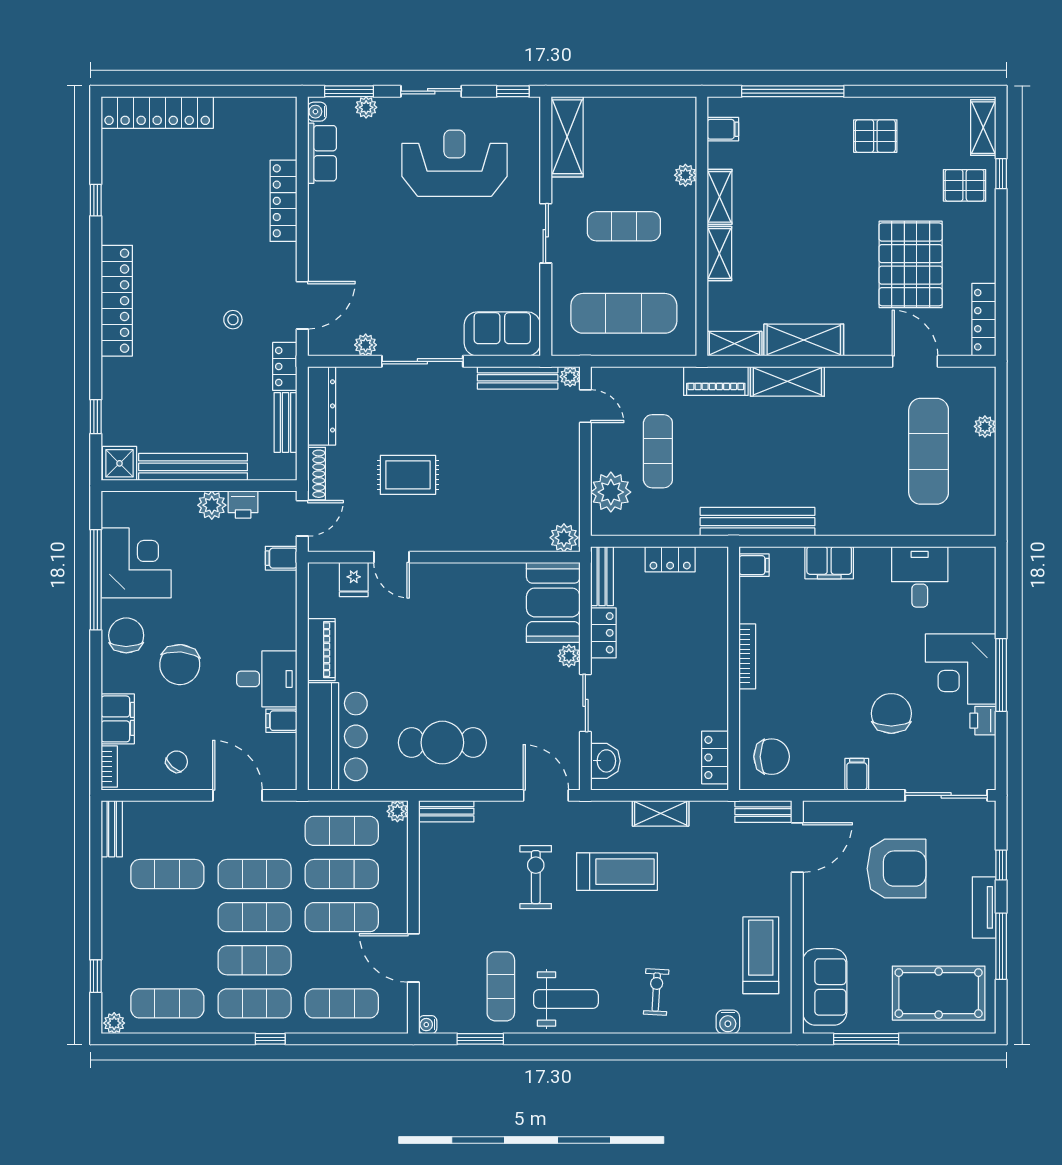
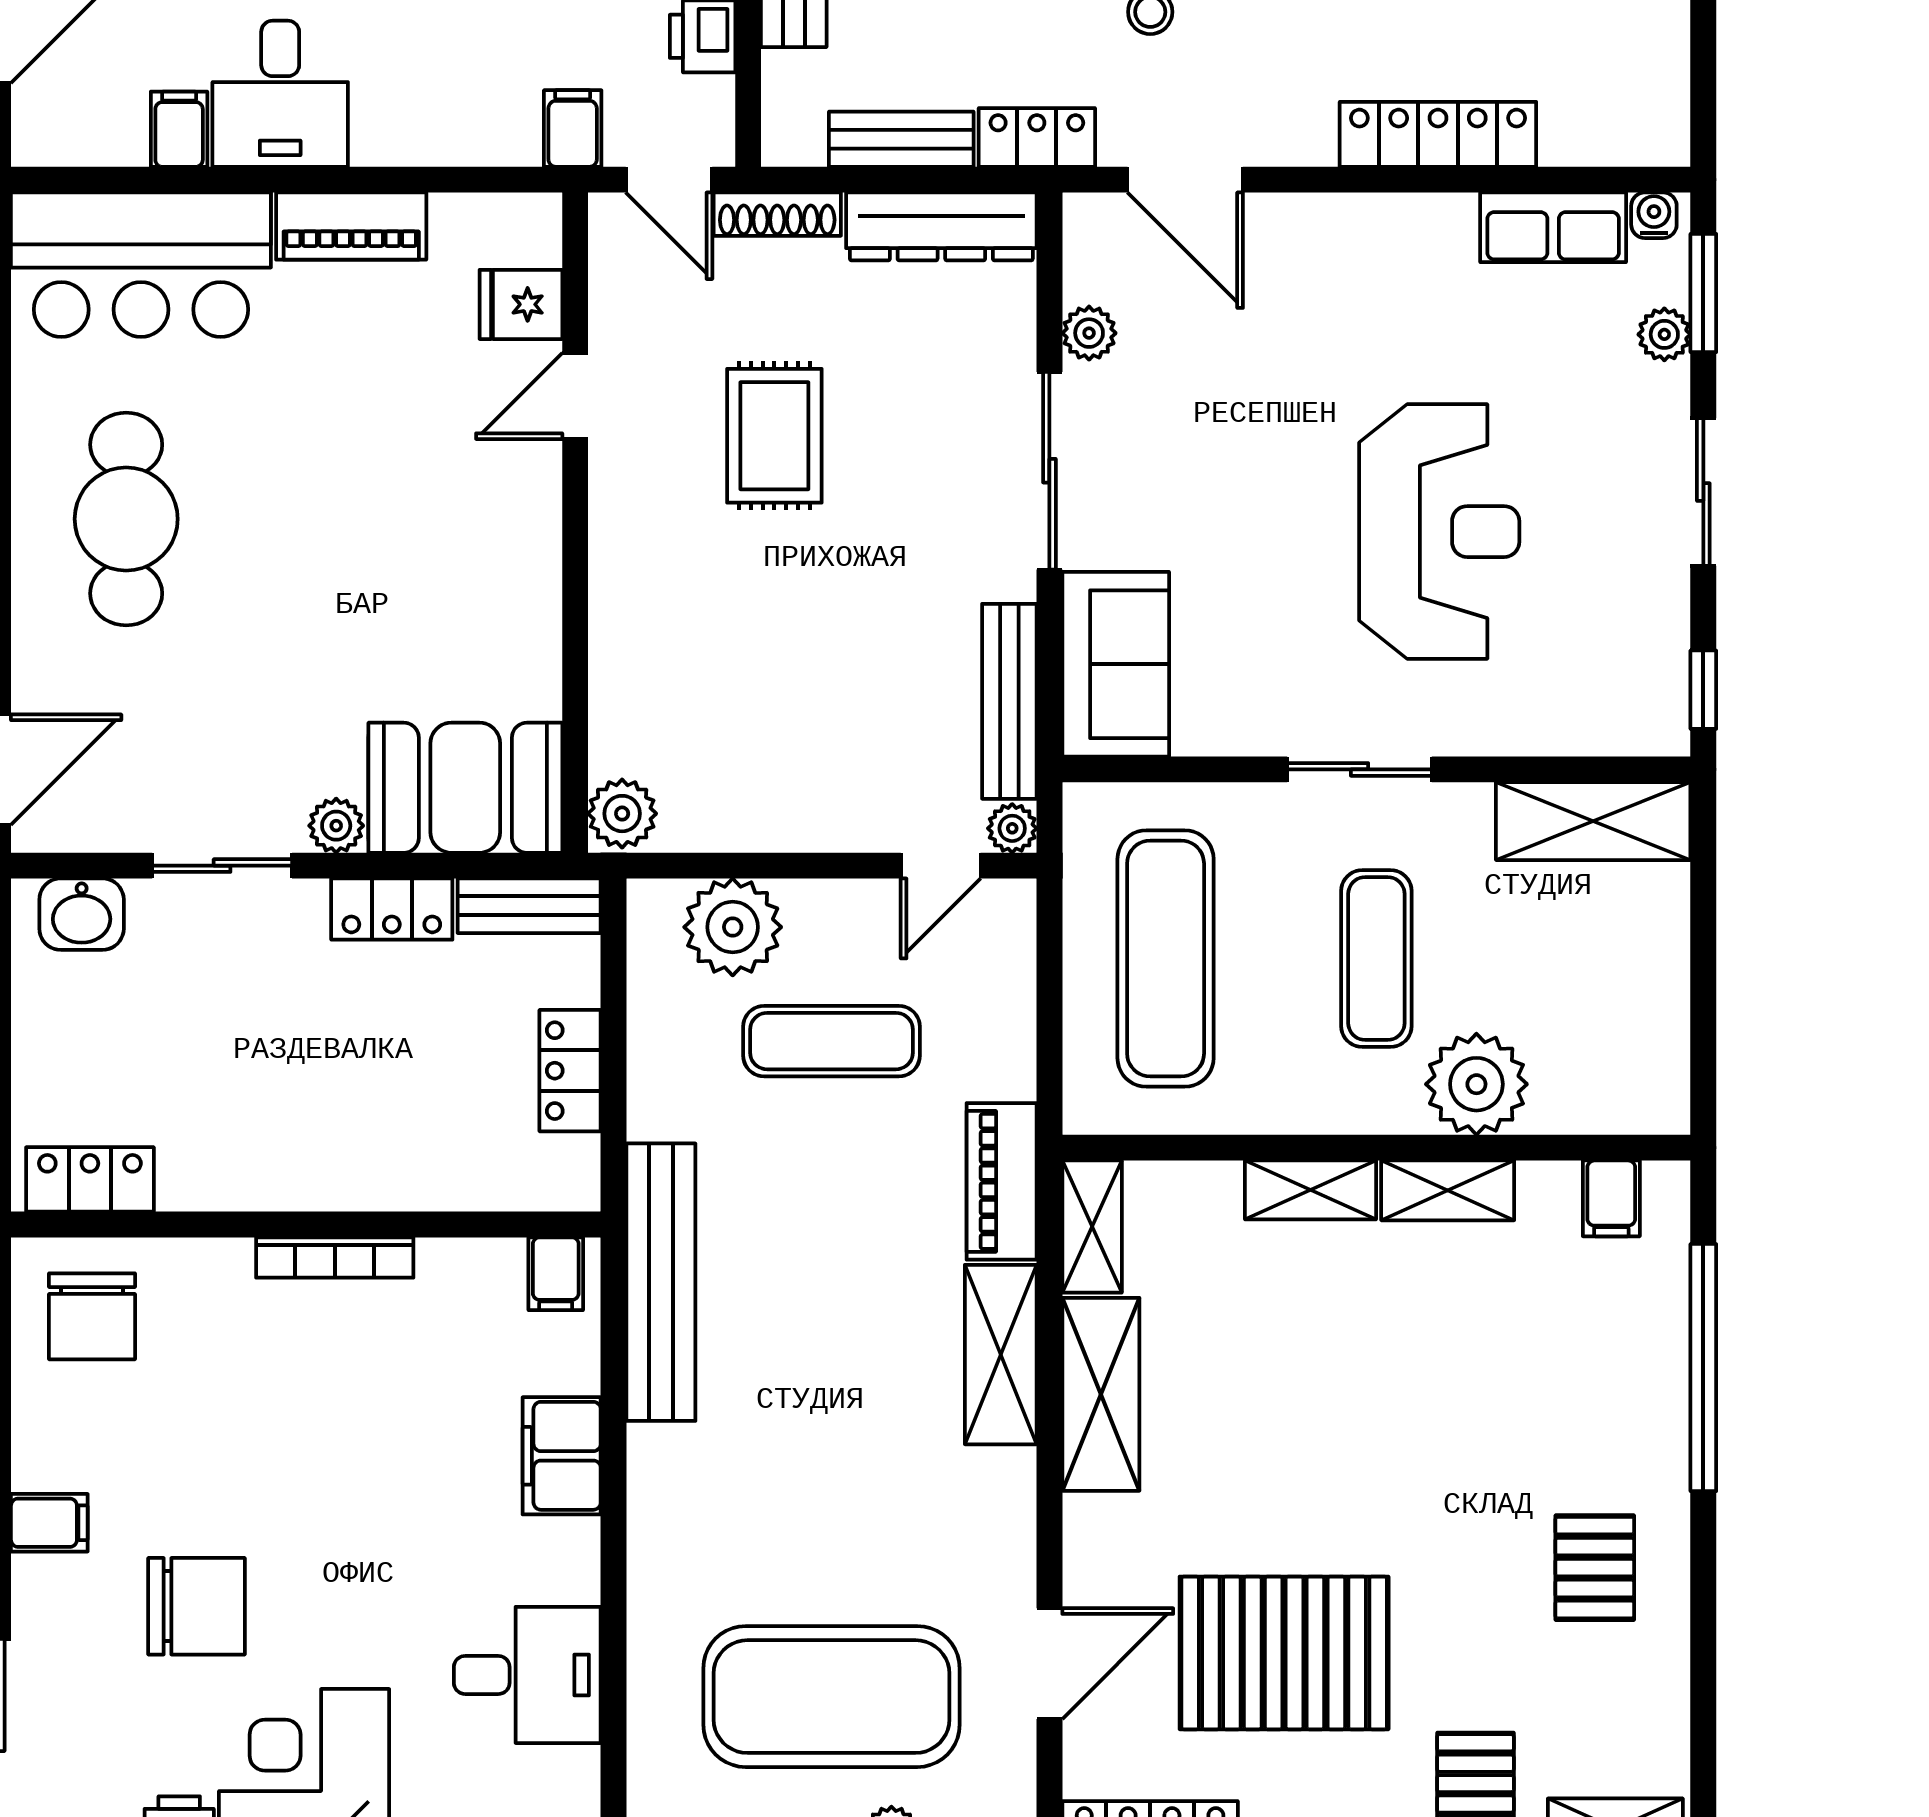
reception desk: (454, 163) -> (1439, 532), moved
plant: (685, 175) -> (1476, 1084), width x1.87, depth x1.87
exercise mat: (929, 451) -> (831, 1697), width x1.47

